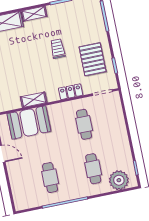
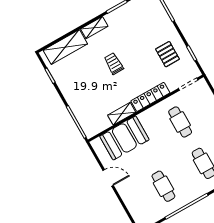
trolley: (58, 49) -> (114, 64), moved
pallet: (93, 59) -> (167, 54), width x0.67, depth x0.71
locker: (71, 92) -> (150, 97), width x1.53

